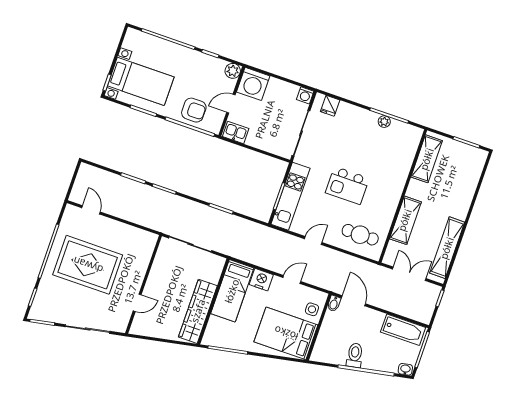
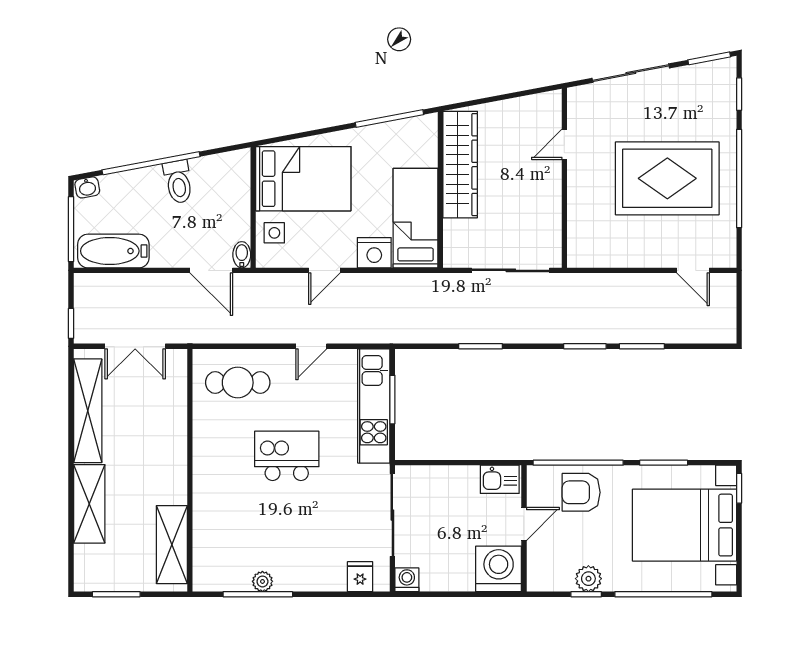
plant: (233, 71) -> (588, 579), moved
bed with nightstands: (141, 81) -> (684, 525), width x1.36
shelving: (405, 220) -> (89, 504), moved

